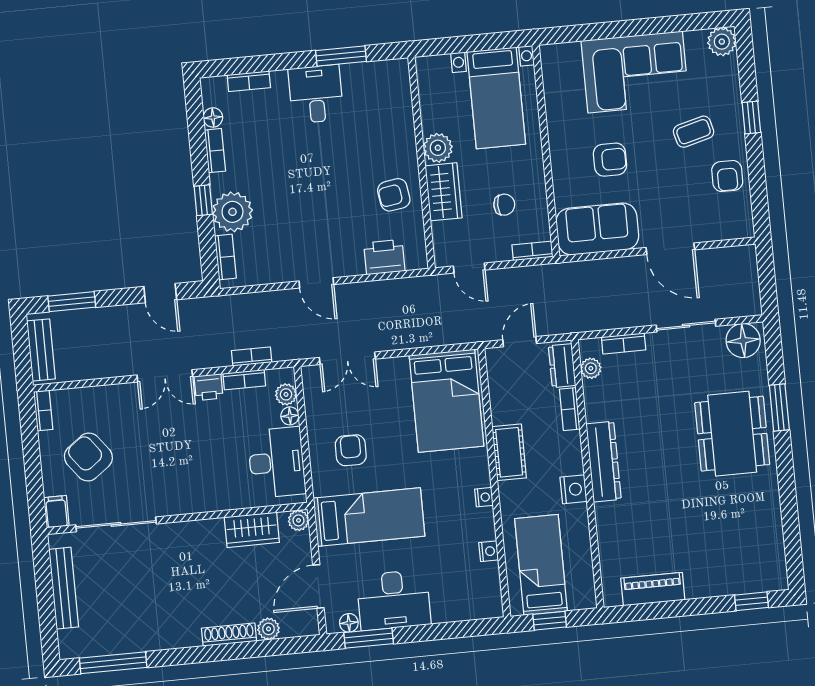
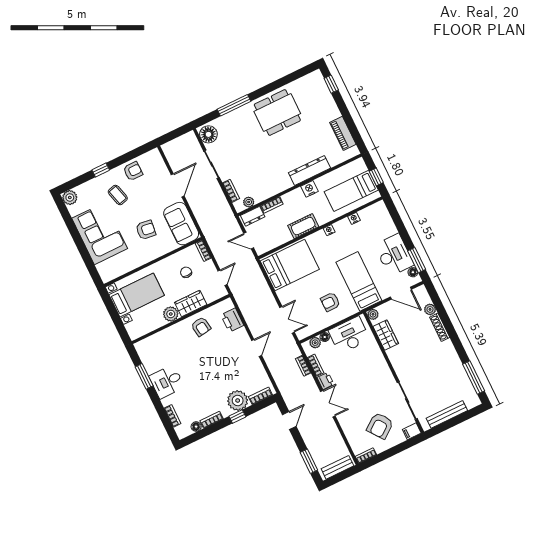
armchair: (610, 160) -> (146, 230), turned 97
window: (779, 408) -> (234, 105), width x1.44
dining table: (732, 434) -> (277, 112), moved
dresser: (604, 462) -> (309, 170), moved

